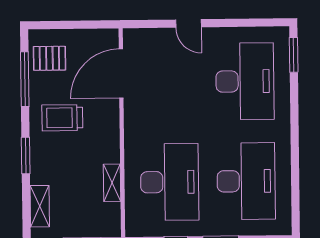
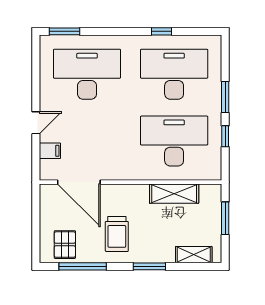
filing cabinet: (157, 40) -> (50, 151), added
window: (295, 166) -> (162, 31), added
shelving: (112, 183) -> (174, 194), width x1.50, depth x1.33

